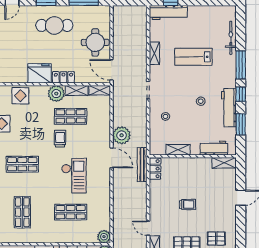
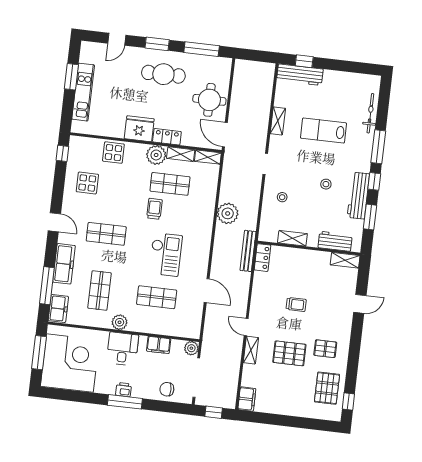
door: (112, 158) -> (207, 291), moved
plant: (104, 237) -> (120, 322), moved

